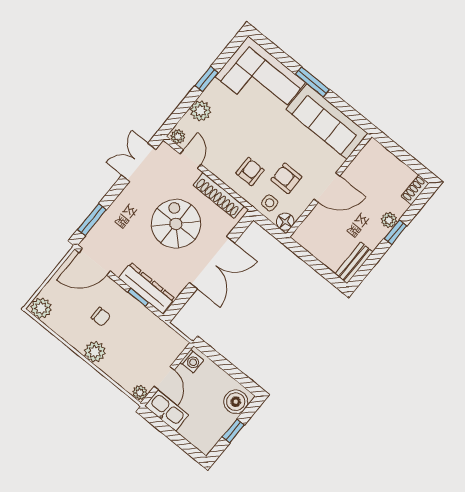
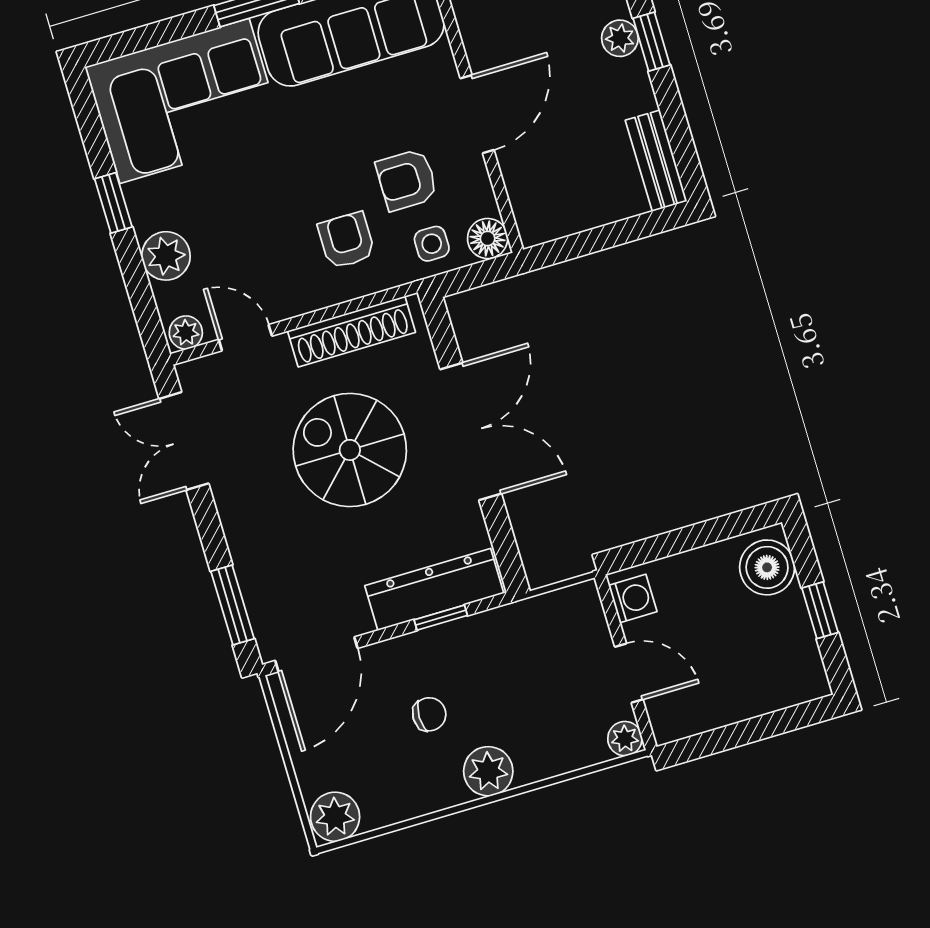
kitchen sink: (167, 410) -> (694, 711), removed

